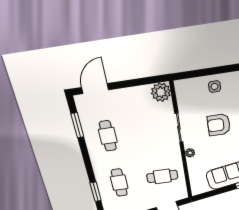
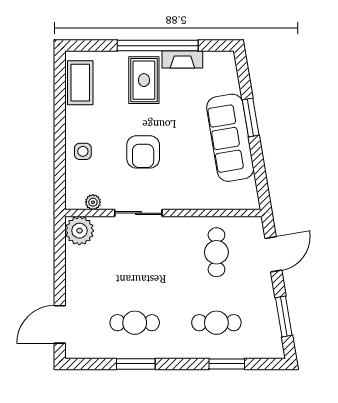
door: (95, 89) -> (60, 324), hinge flipped
window: (77, 125) -> (136, 364), moved
plant: (190, 153) -> (93, 202), moved

